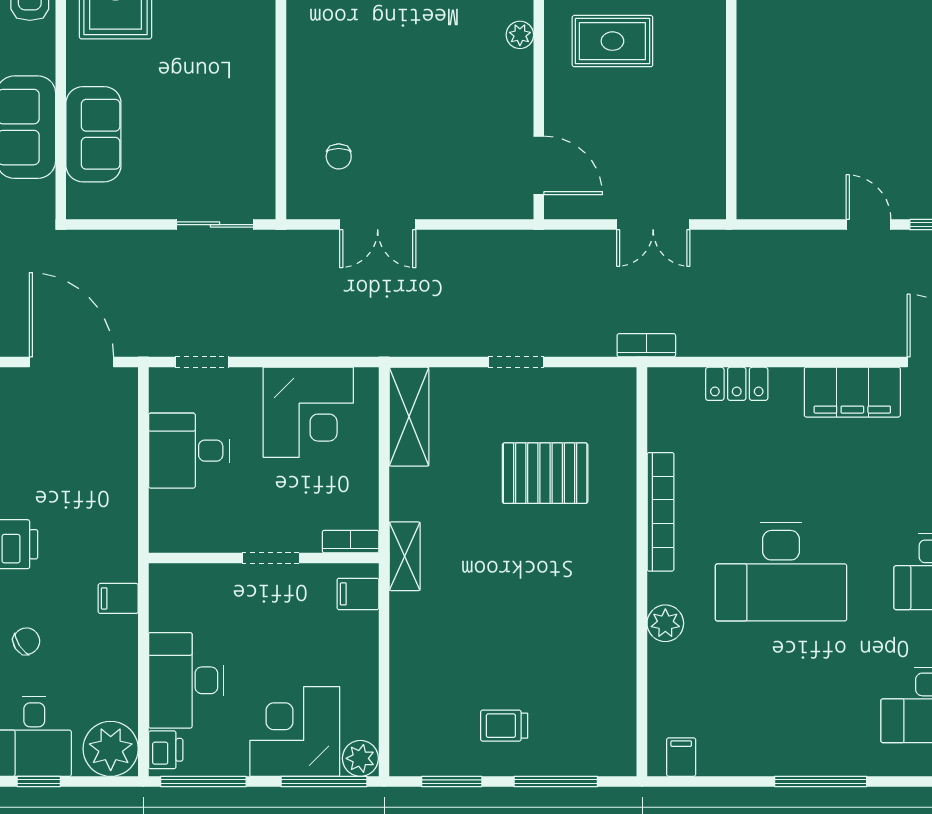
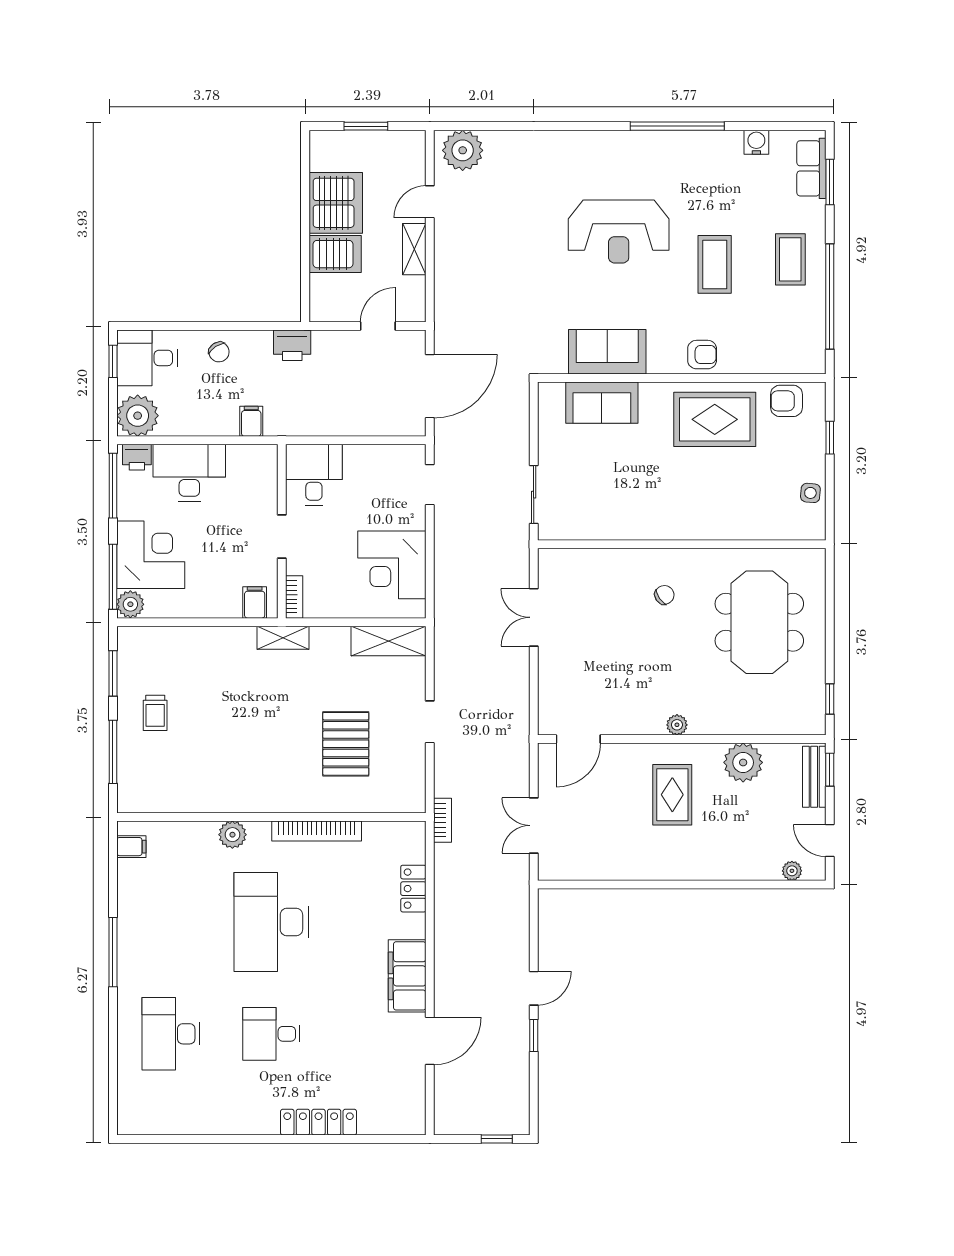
chair: (339, 156) -> (664, 595), moved, turned 145
desk: (189, 451) -> (314, 475), moved
trolley: (504, 726) -> (155, 713), turned 180

